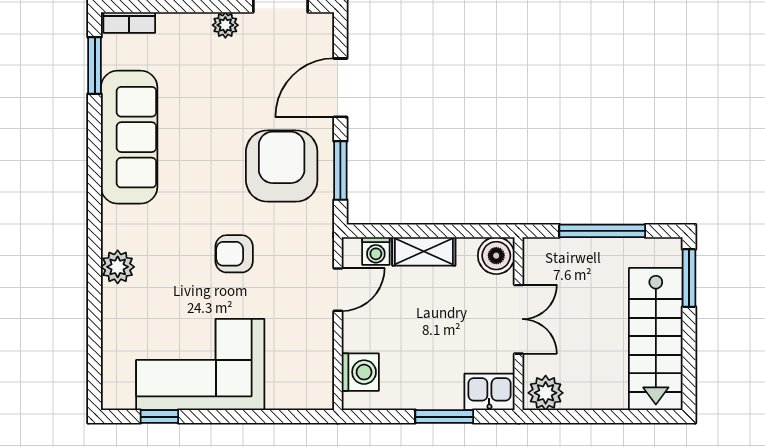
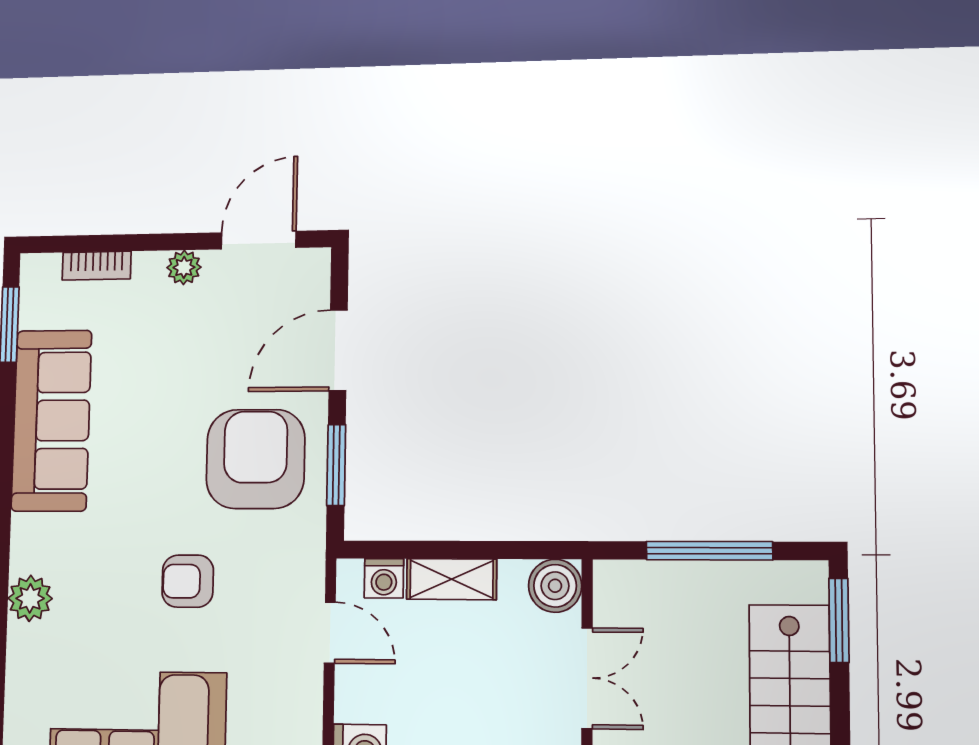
bookcase: (129, 23) -> (97, 266), moved
door: (338, 290) -> (330, 633), hinge flipped

